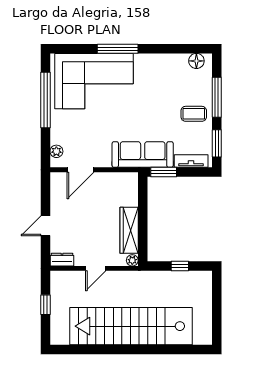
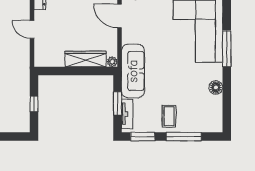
floor lamp: (196, 61) -> (216, 87), moved
window: (164, 172) -> (117, 103), moved
wardrobe: (129, 230) -> (86, 59), moved
plant: (132, 260) -> (112, 62), moved

